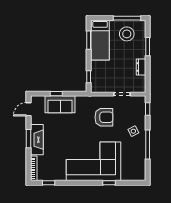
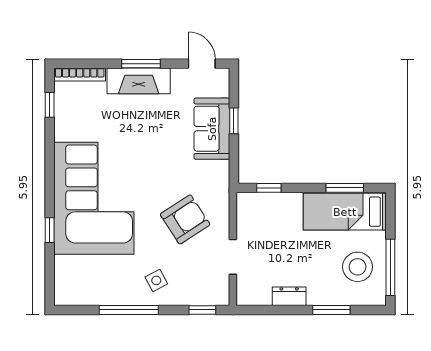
armchair: (104, 117) -> (185, 219), turned -123

